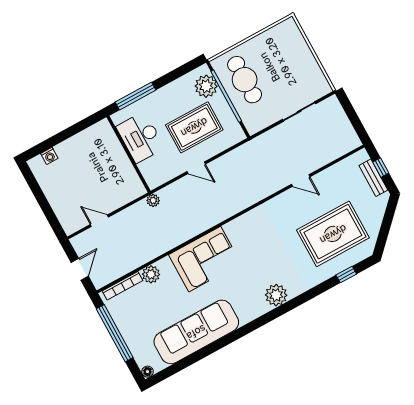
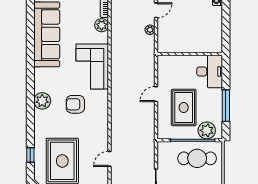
window: (136, 96) -> (226, 106), moved
desk: (140, 137) -> (210, 72), moved, turned 90
plant: (153, 200) -> (150, 30), moved
armchair: (259, 255) -> (75, 104), added

